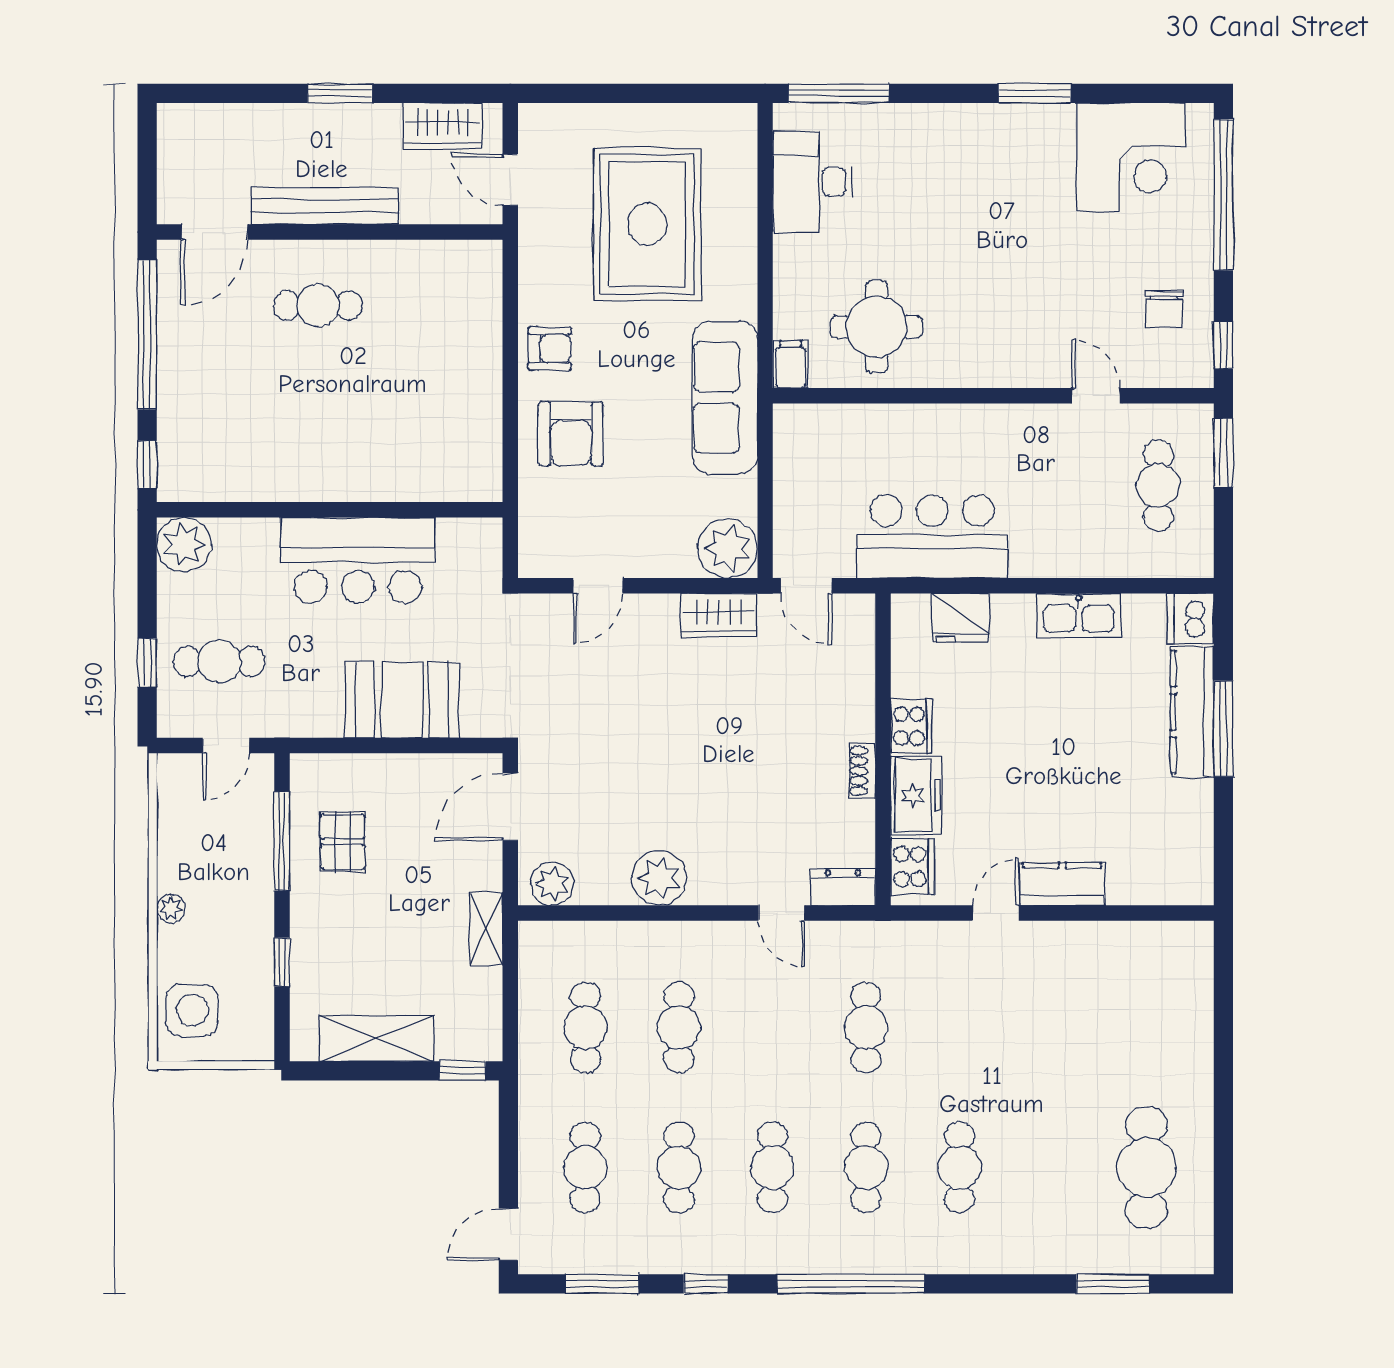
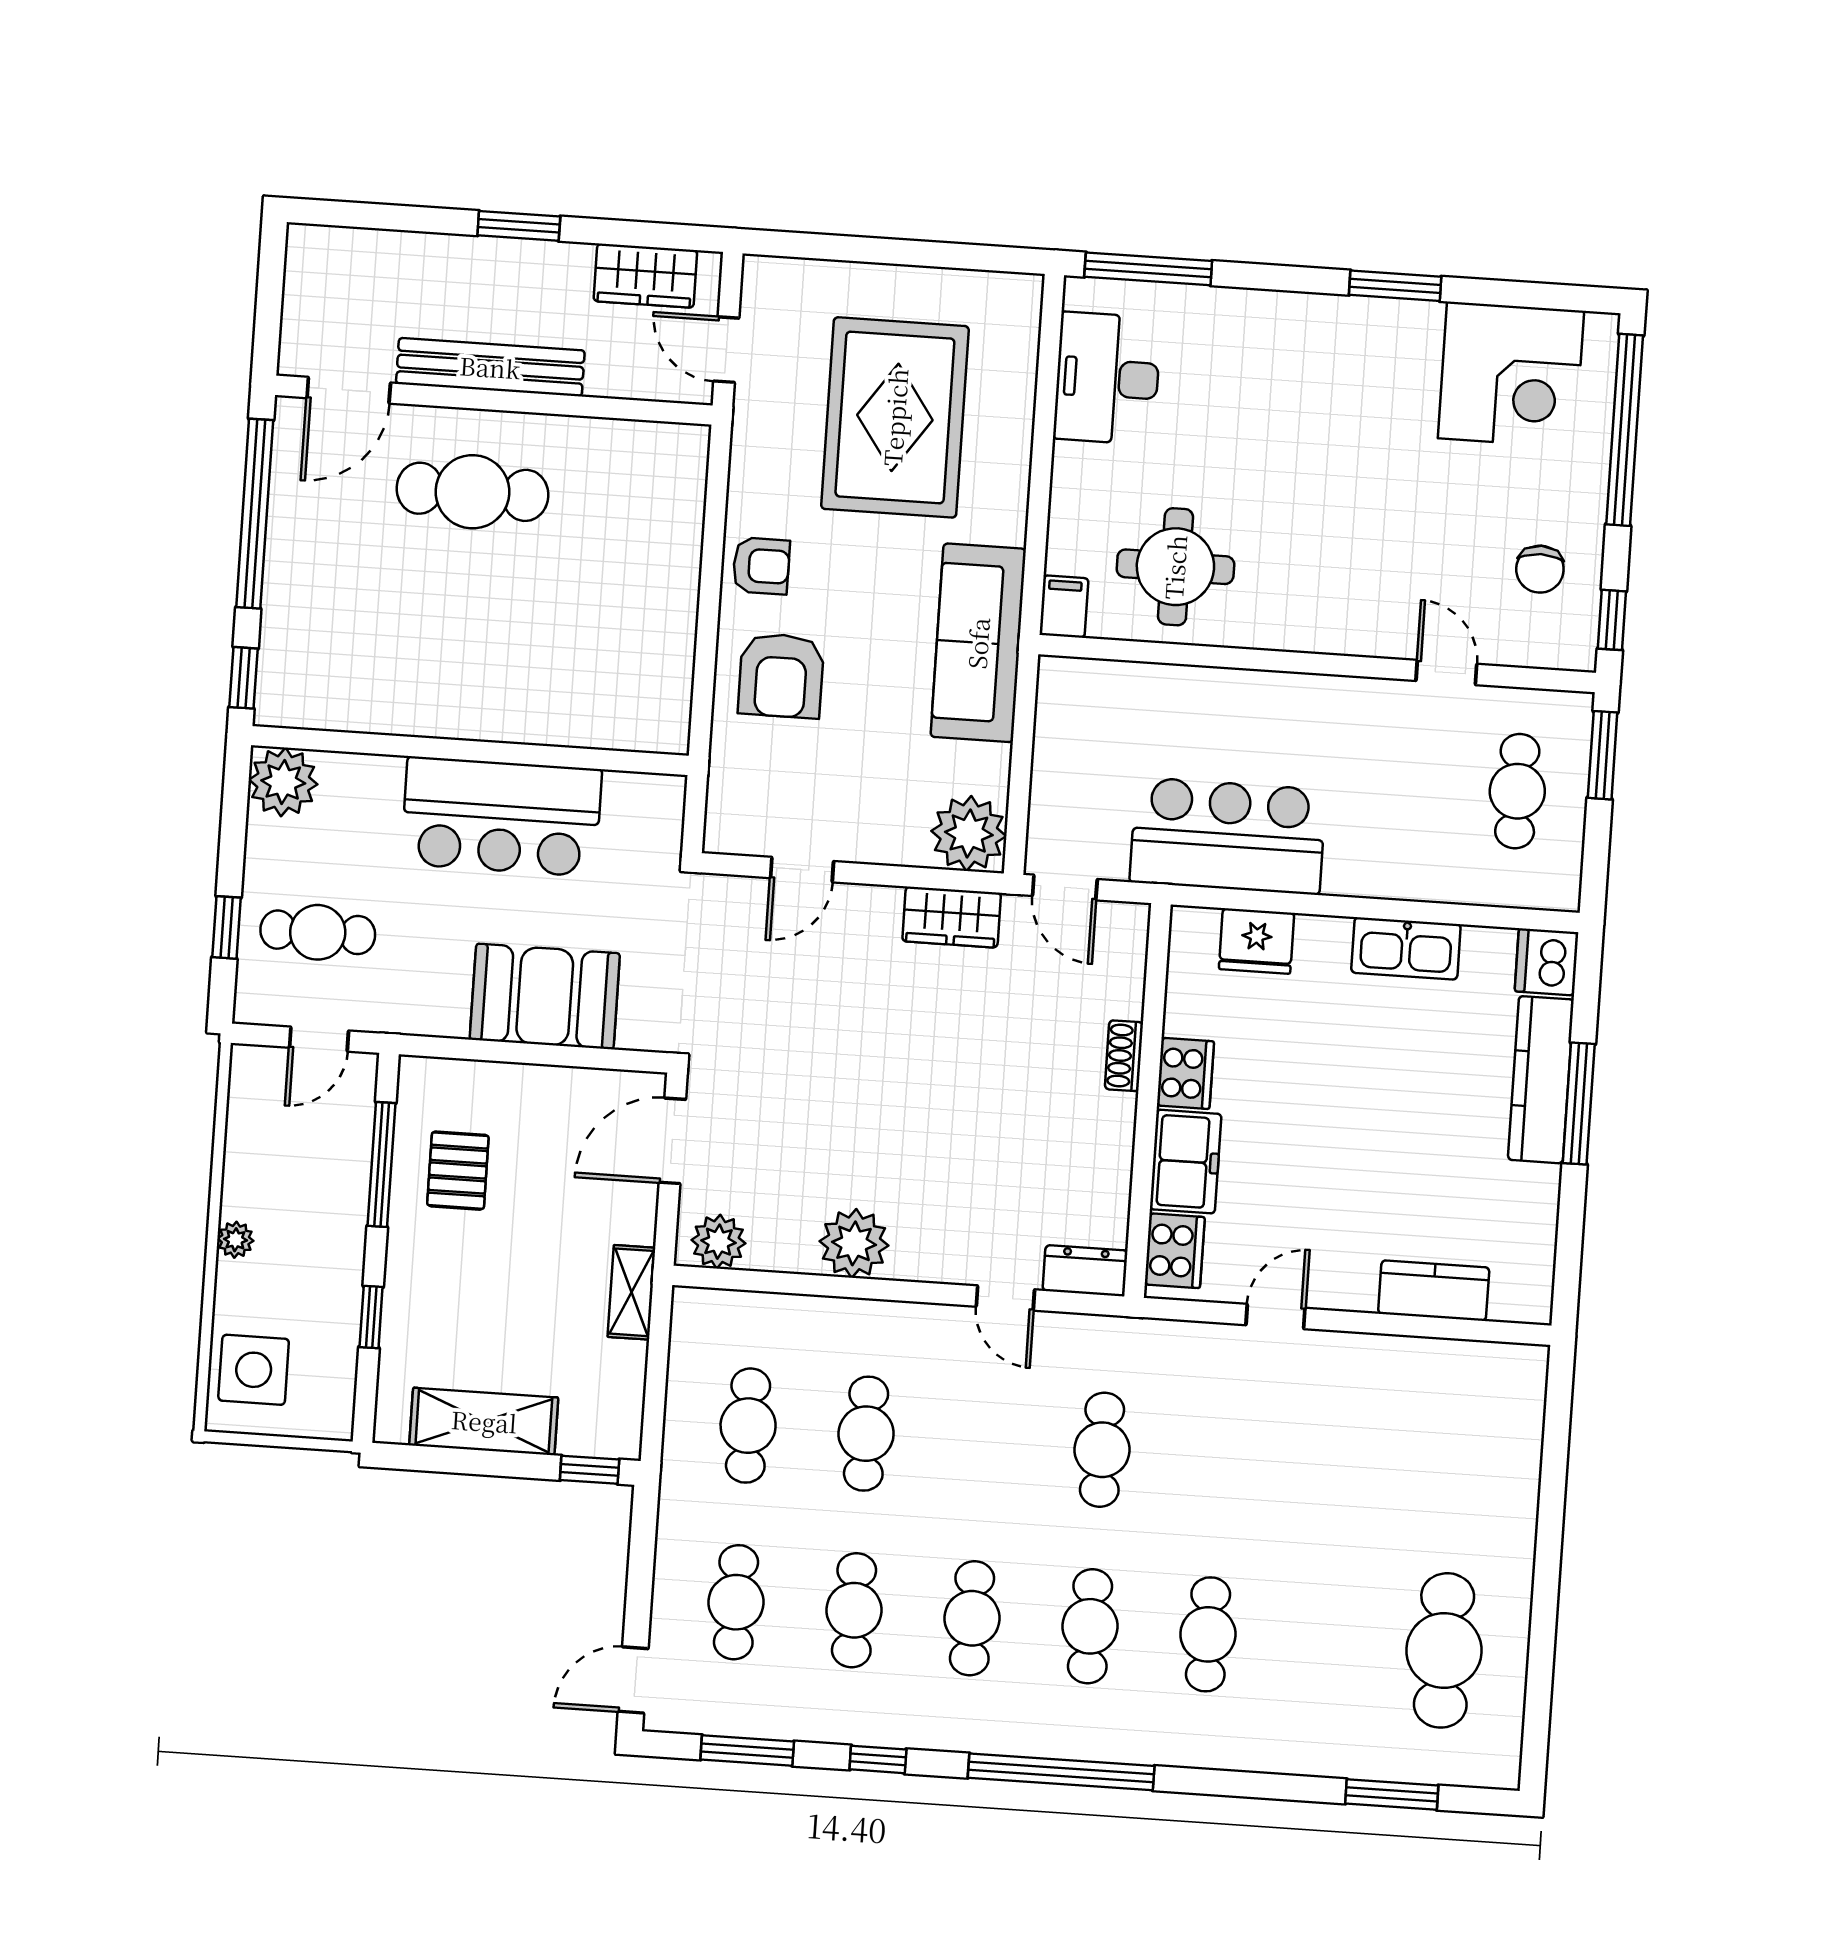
cafe table: (318, 305) -> (472, 492), width x1.37, depth x1.35
shoe rack: (862, 771) -> (1124, 1056), moved
kitchen counter: (1062, 884) -> (1434, 1291), moved

